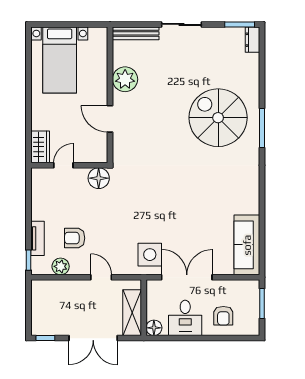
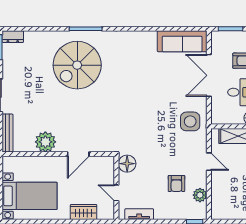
wardrobe: (40, 147) -> (84, 212), moved
tv unit: (37, 238) -> (139, 214), moved
door: (101, 277) -> (209, 162), swing flipped
double door: (187, 277) -> (209, 75), moved

